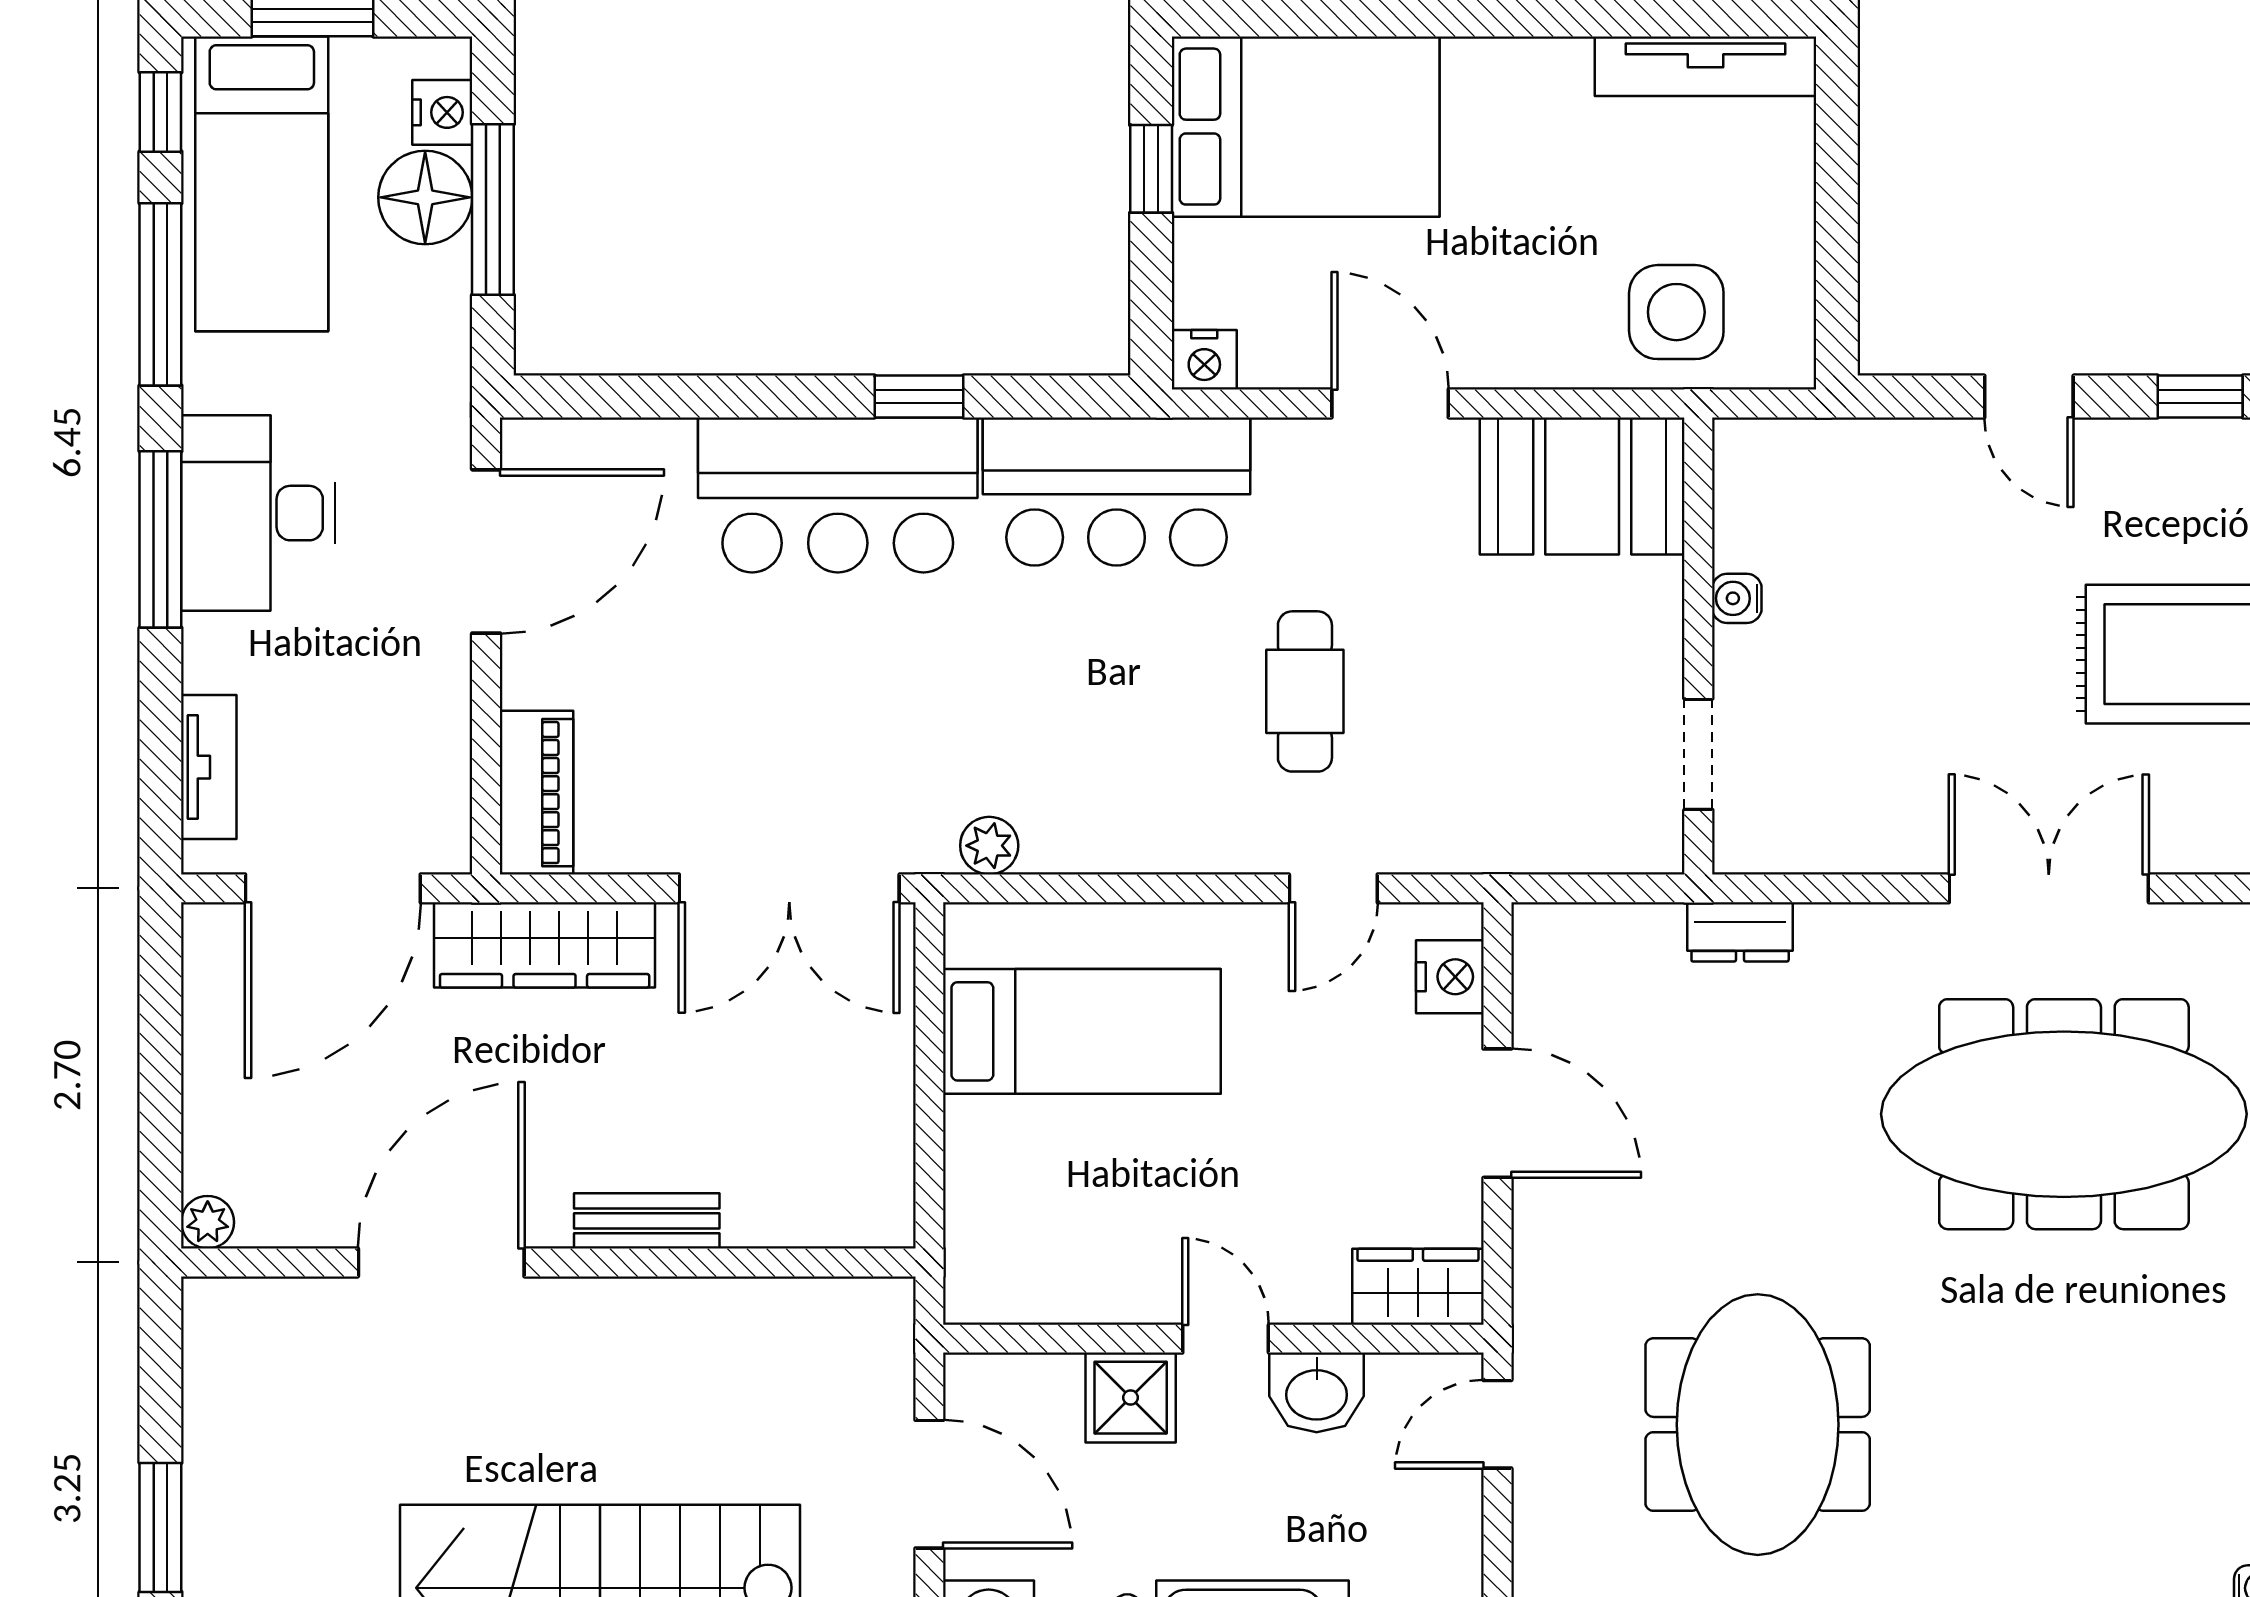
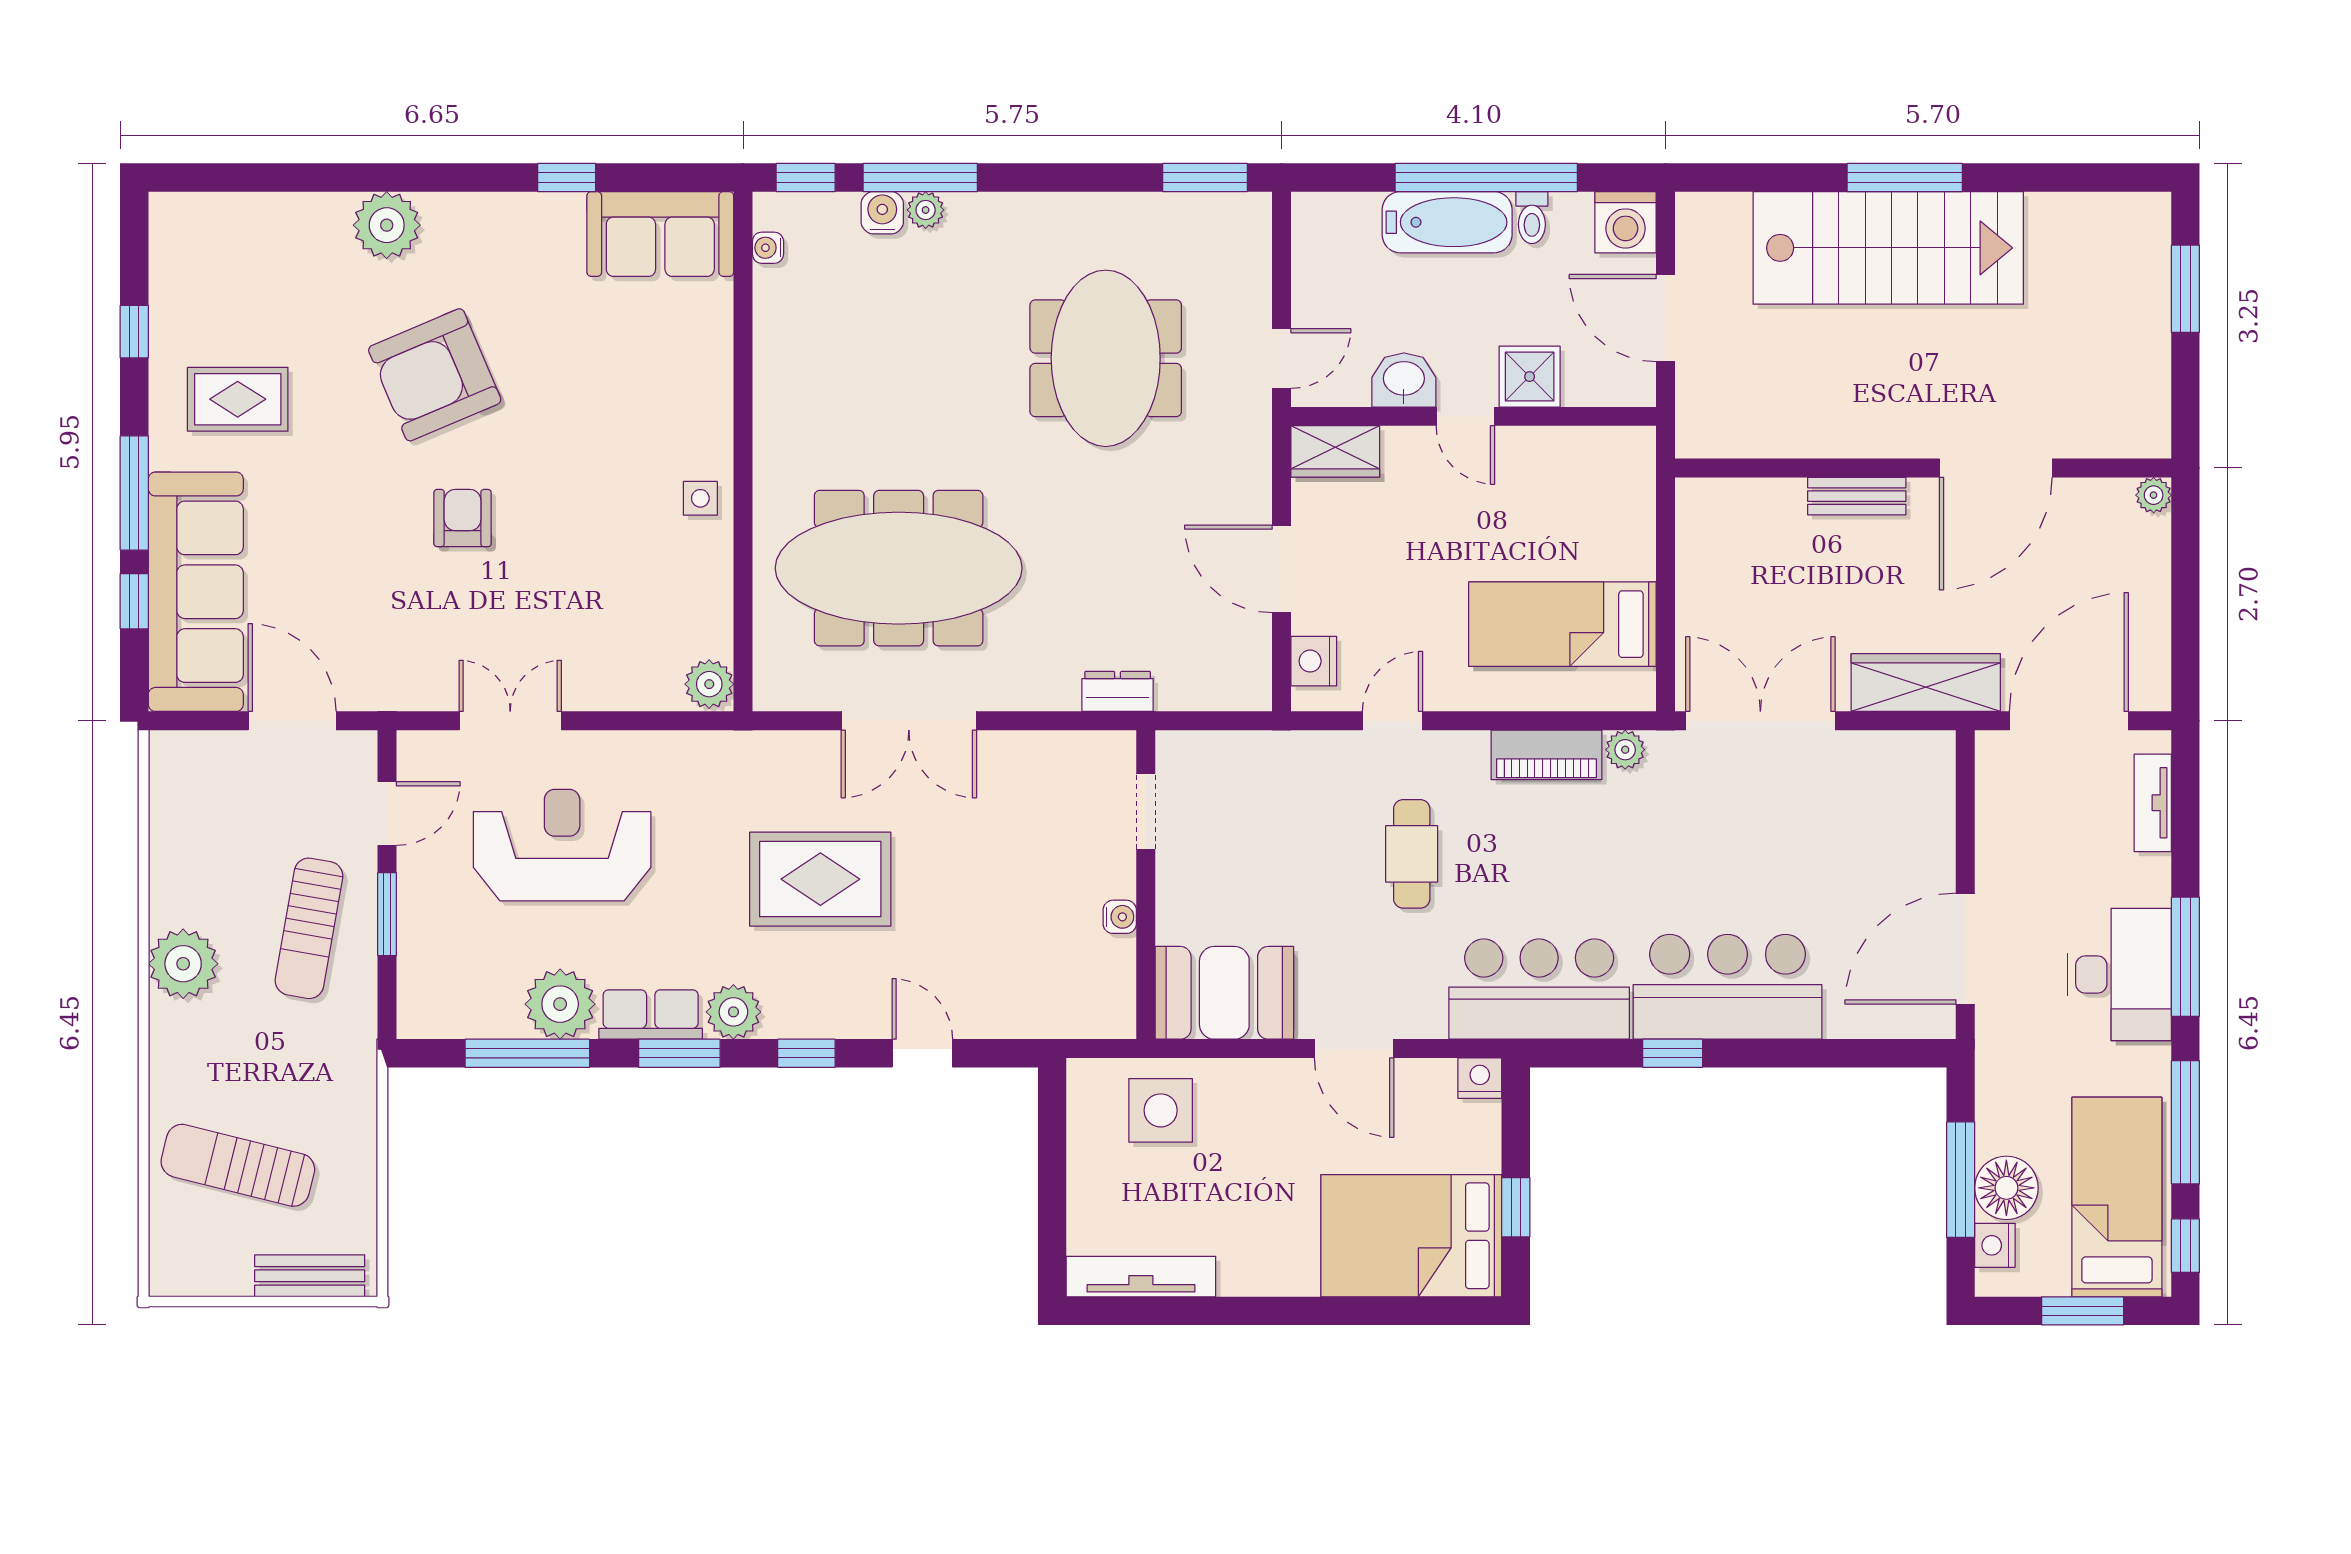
piano: (537, 793) -> (1546, 755), moved, turned -90

